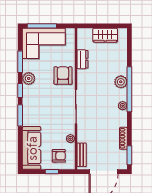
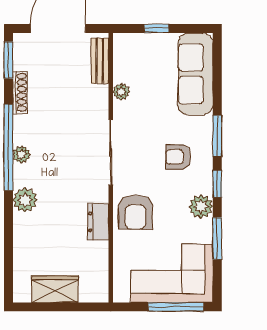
dresser: (82, 59) -> (98, 222), moved
window: (129, 89) -> (8, 147), moved
armchair: (59, 156) -> (178, 157), moved

